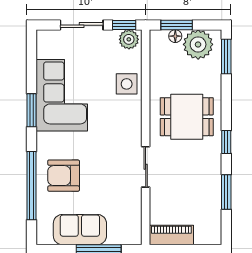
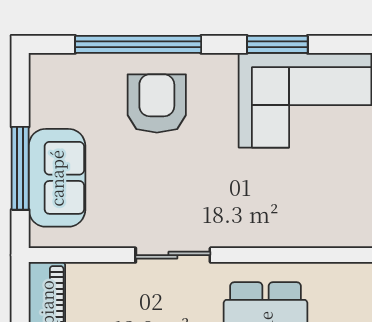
side table: (127, 84) -> (326, 220), removed
sofa: (80, 230) -> (57, 178), moved

